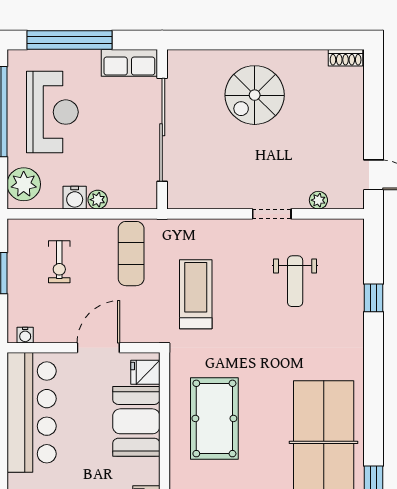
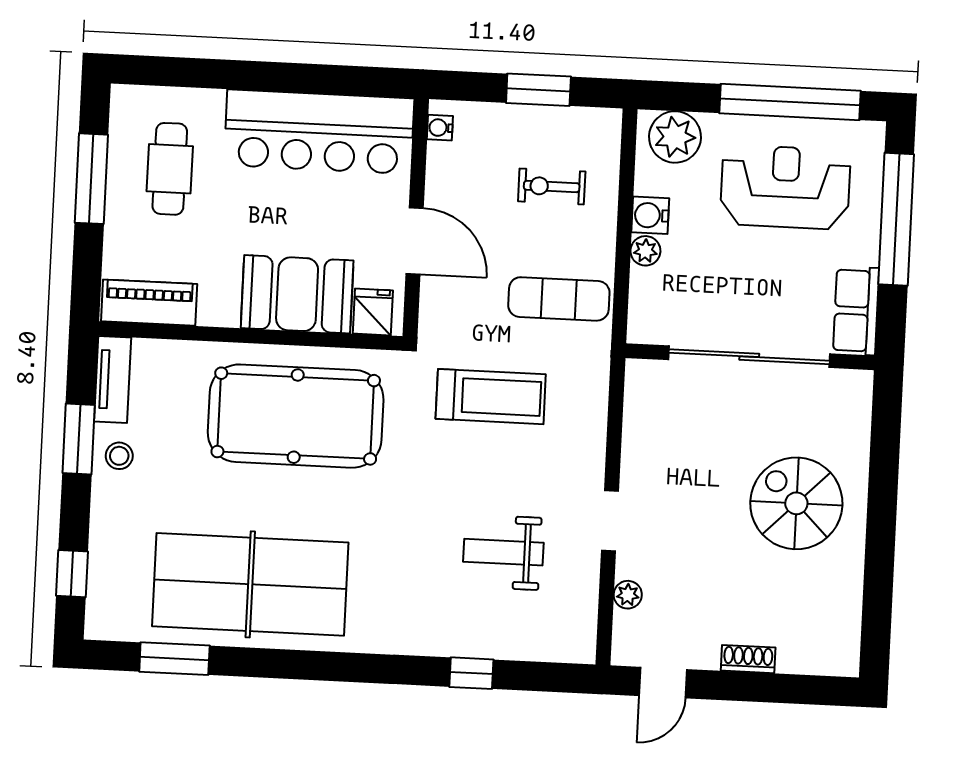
shoe rack: (346, 58) -> (748, 659), moved, turned 90
reception desk: (52, 112) -> (785, 187), turned 180
pool table: (214, 418) -> (296, 416), width x1.36, depth x1.32

